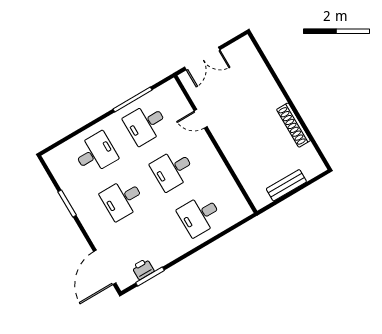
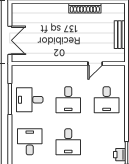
door: (201, 119) -> (95, 64), moved
desk: (146, 124) -> (30, 100), turned 90

